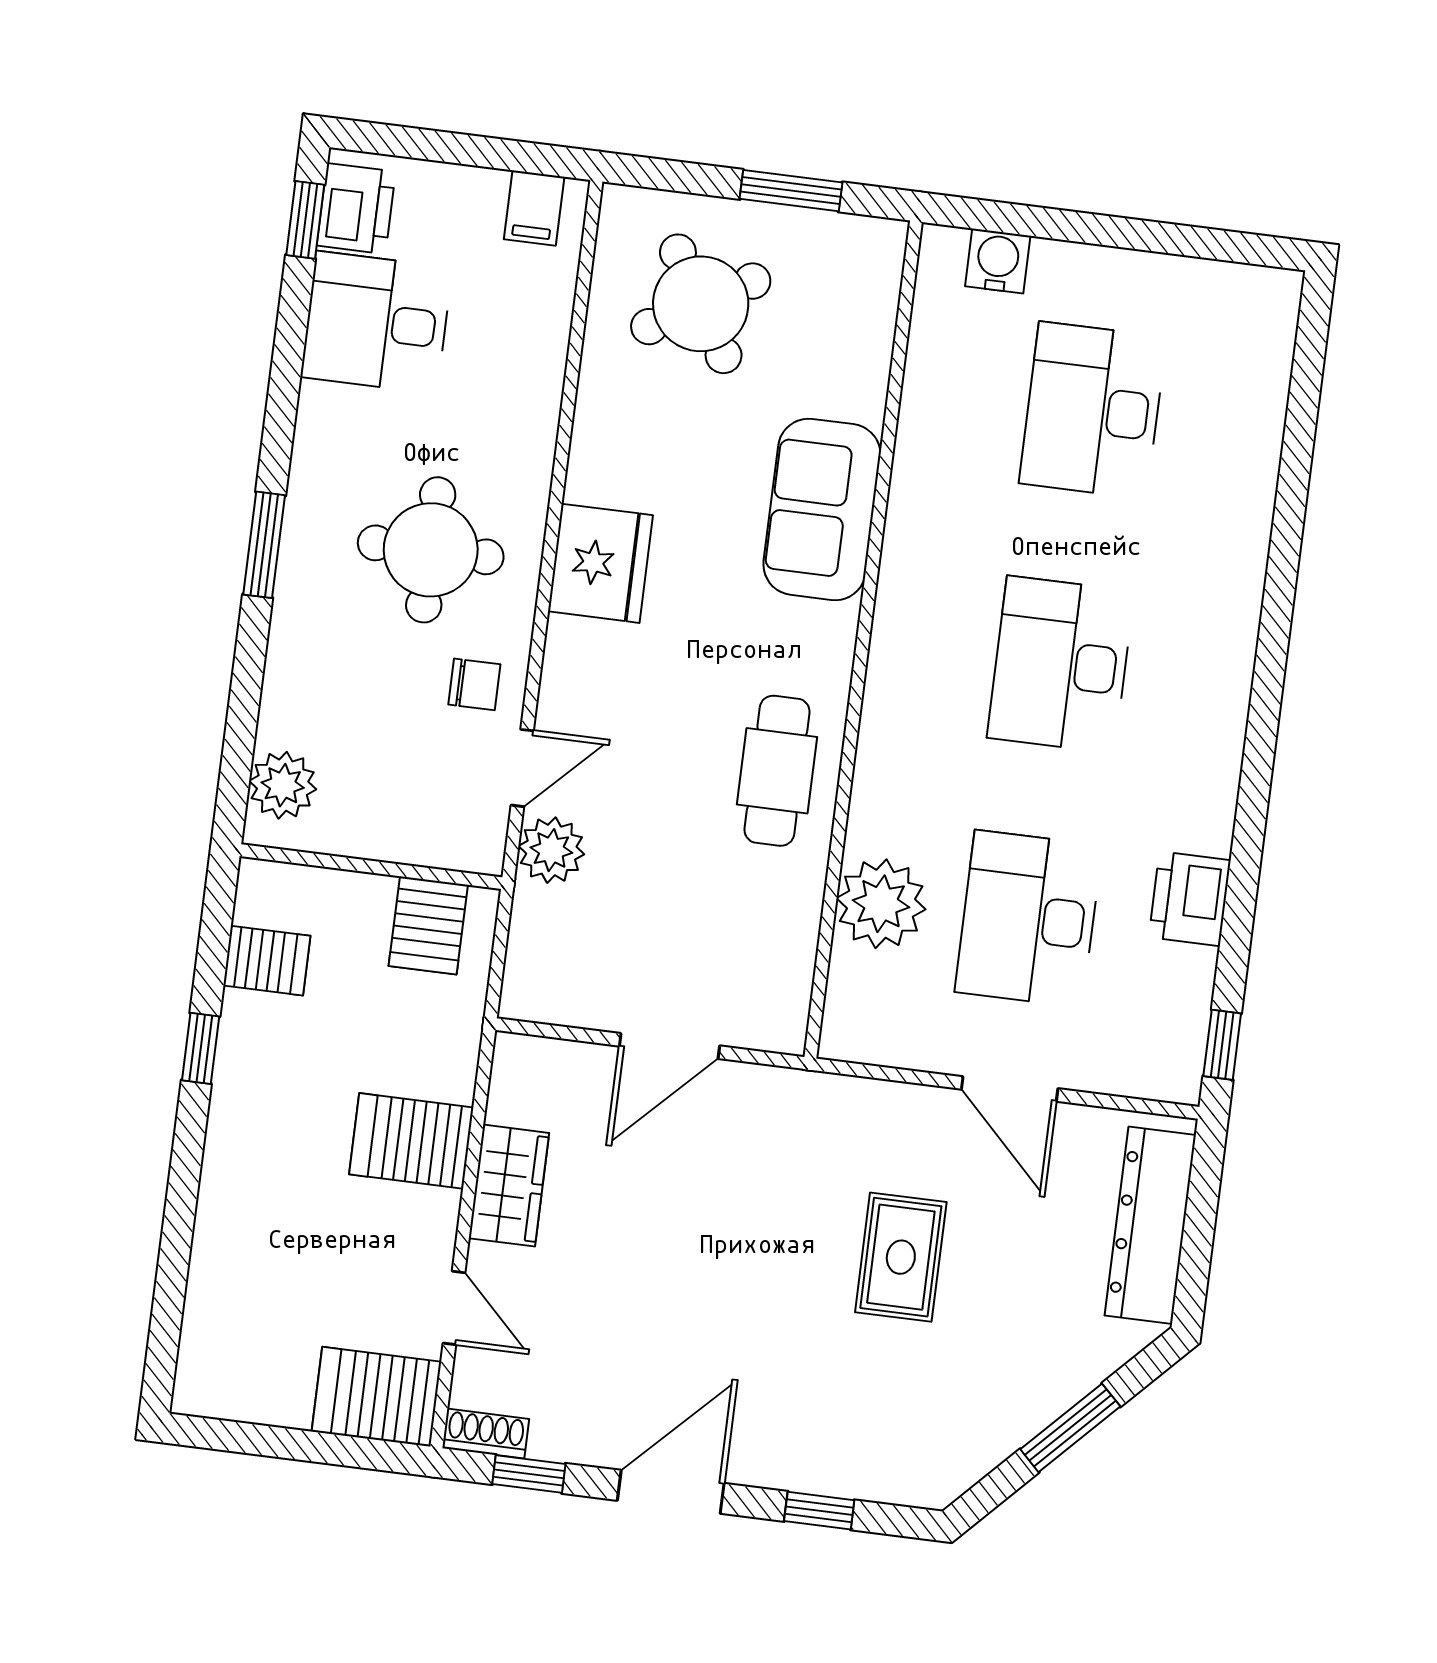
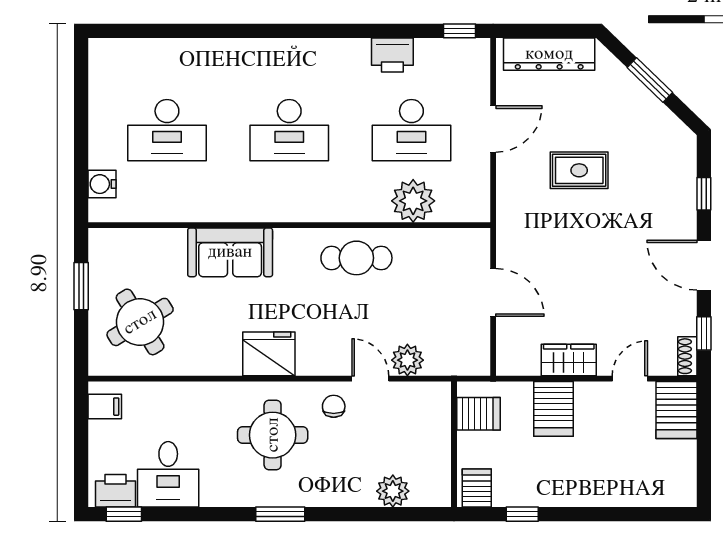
wall: (371, 867) -> (454, 444), moved
server rack: (428, 925) -> (478, 414), moved

